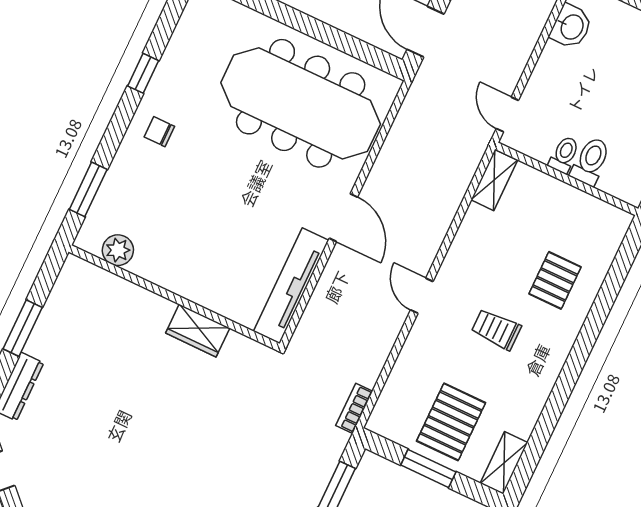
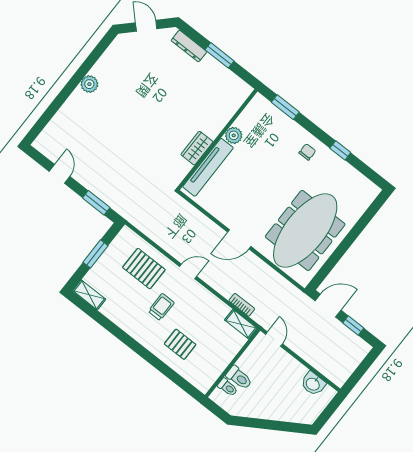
door: (507, 114) -> (274, 339), hinge flipped
toilet: (564, 155) -> (228, 387), moved
plant: (118, 250) -> (234, 135), moved
tv unit: (291, 286) -> (208, 167), moved, turned 90
bookcase: (354, 408) -> (242, 305), moved
pallet: (451, 422) -> (144, 269), moved

